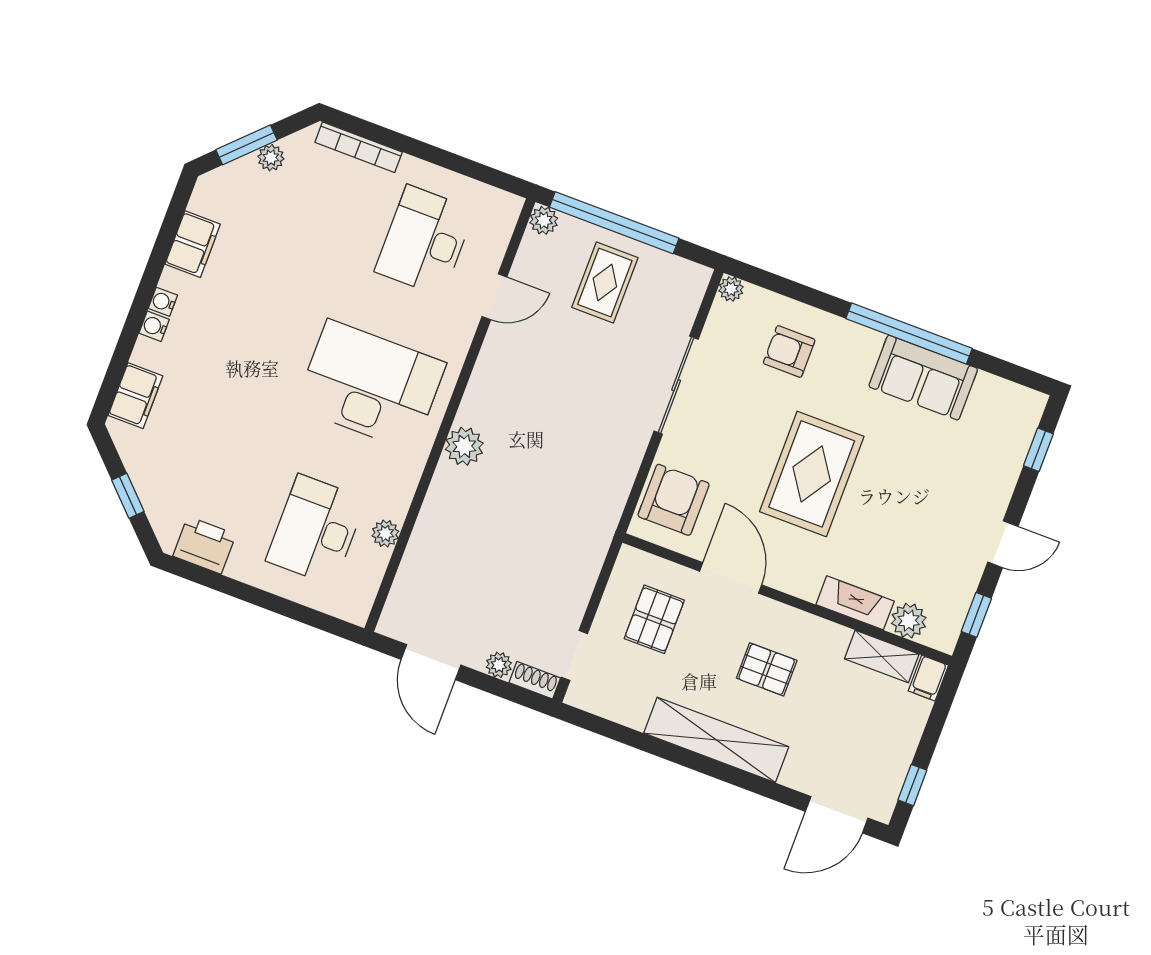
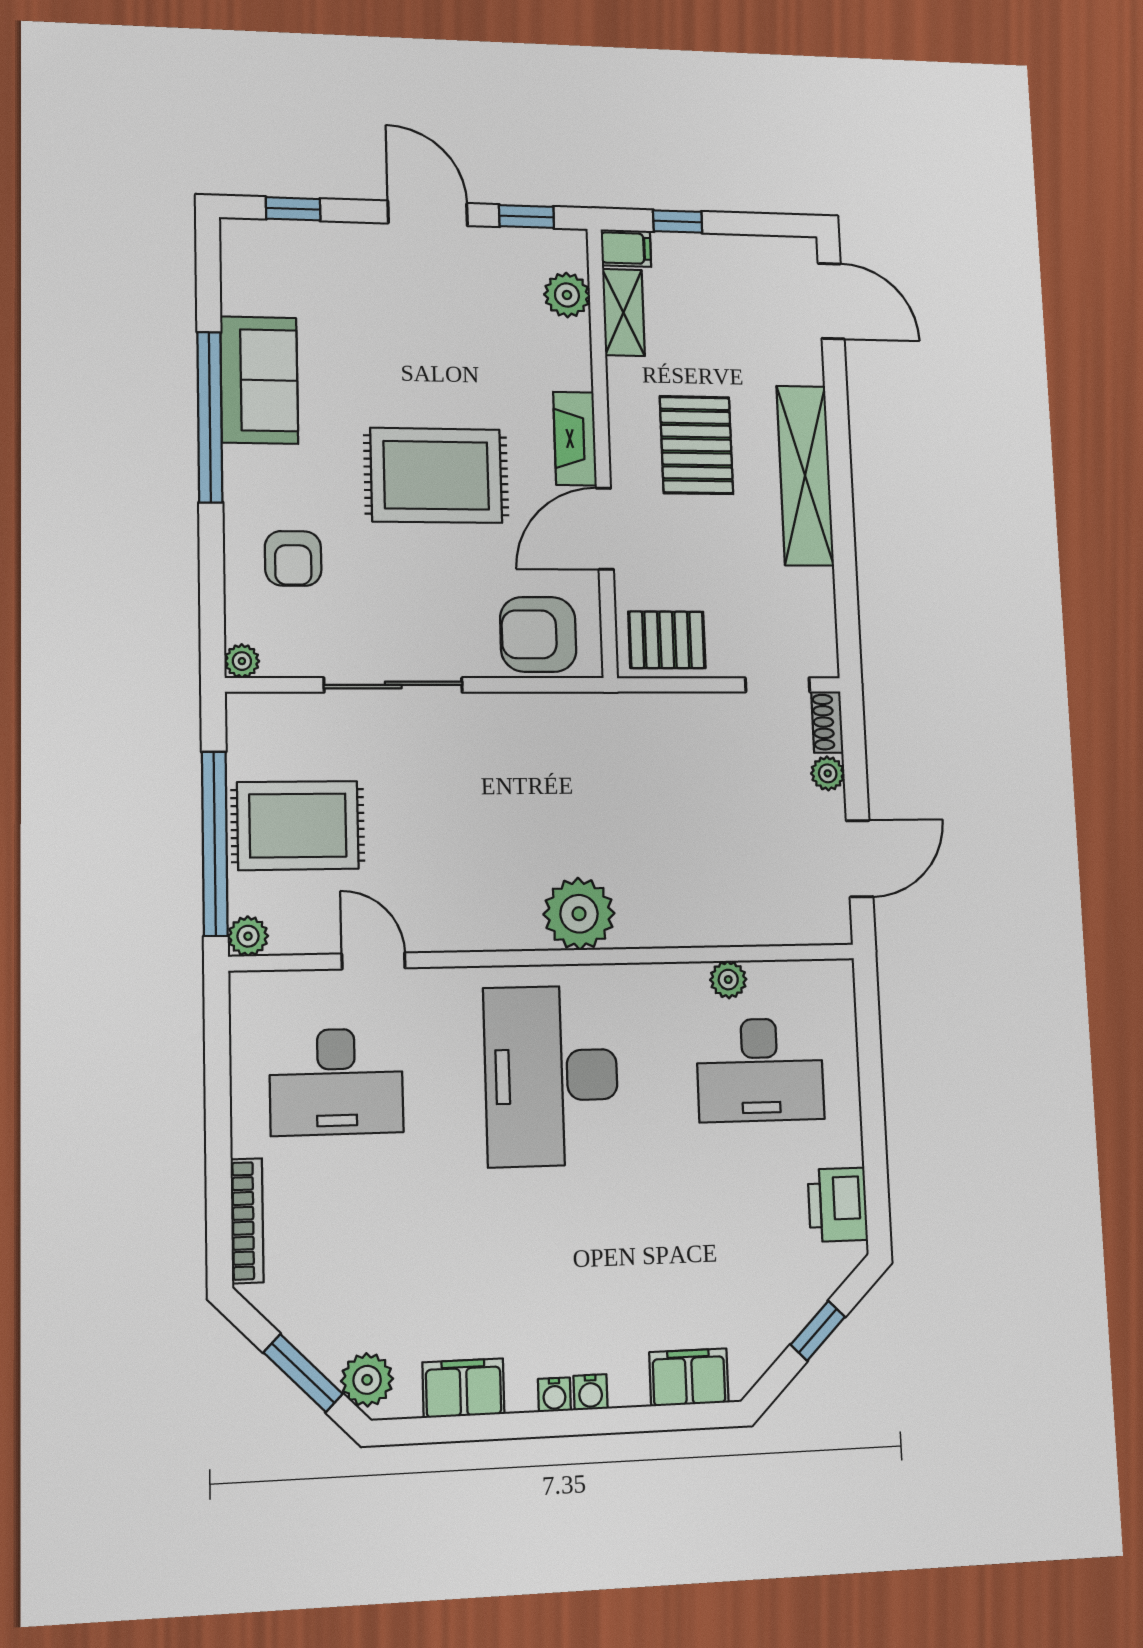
plant: (271, 158) -> (367, 1380), moved, width x1.38, depth x1.38
rug: (605, 282) -> (298, 825), width x1.36, depth x1.43
plant: (464, 446) -> (579, 914), width x1.36, depth x1.36
door: (1003, 544) -> (428, 213), width x1.38
fireplace: (855, 603) -> (575, 439), moved
pallet: (654, 619) -> (667, 640), moved
pallet: (767, 669) -> (696, 445), width x1.50, depth x1.42
window: (912, 785) -> (678, 221), moved

